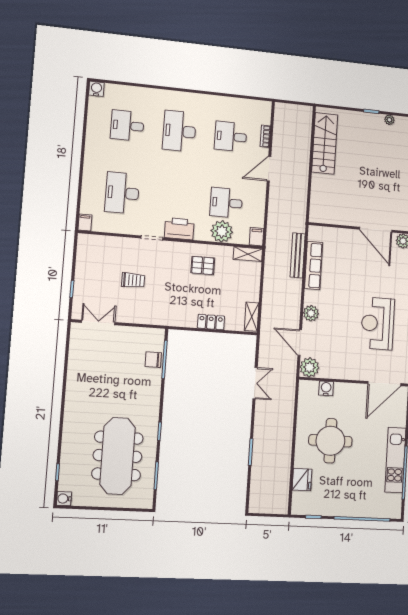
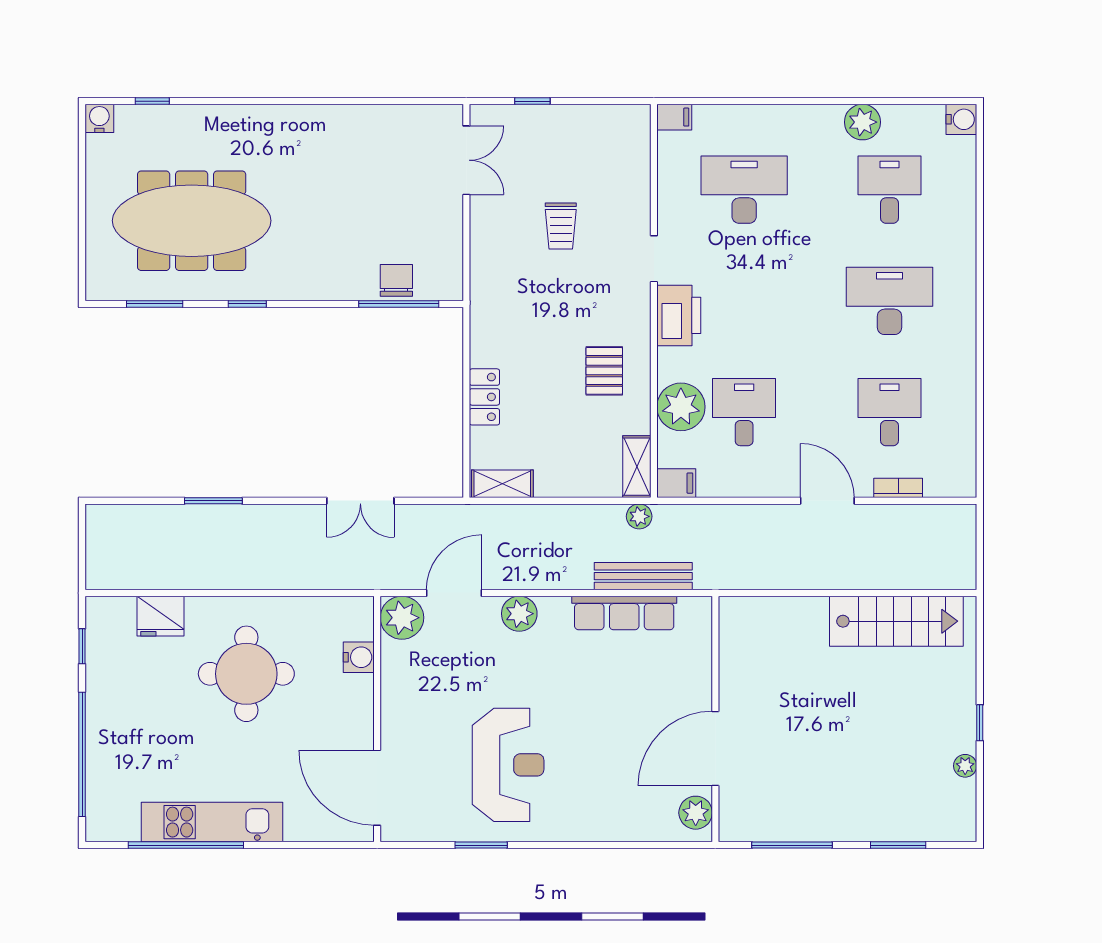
plant: (94, 135) -> (862, 122), added
plant: (271, 255) -> (639, 516), added
reception desk: (378, 323) -> (508, 765), turned 90

